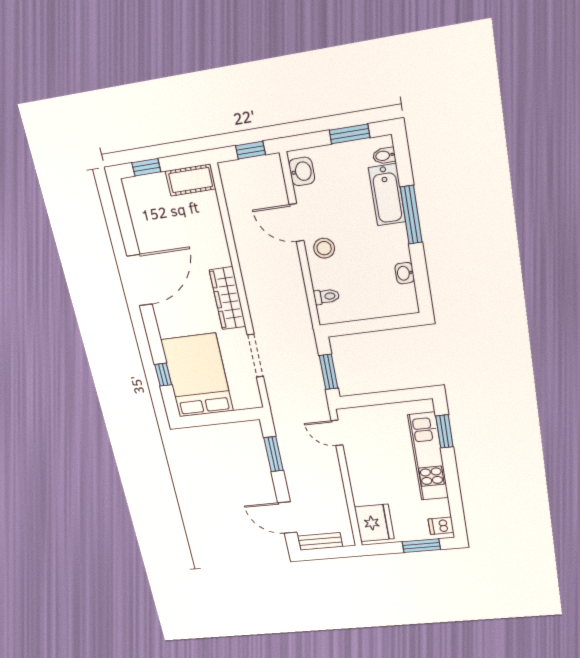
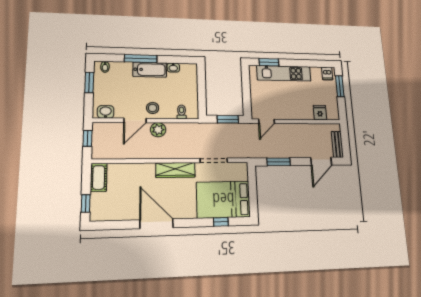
bathtub: (387, 195) -> (150, 70), moved
plant: (288, 262) -> (158, 130), added
fridge: (374, 523) -> (320, 113), width x0.53, depth x0.75

